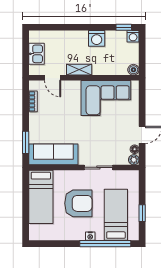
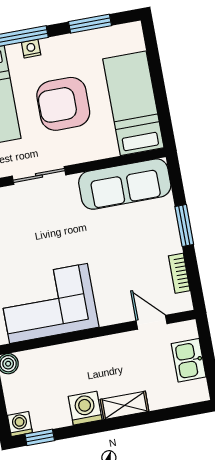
shelving: (79, 70) -> (125, 405), moved
window: (26, 142) -> (184, 226), moved
window: (56, 244) -> (90, 24), added

